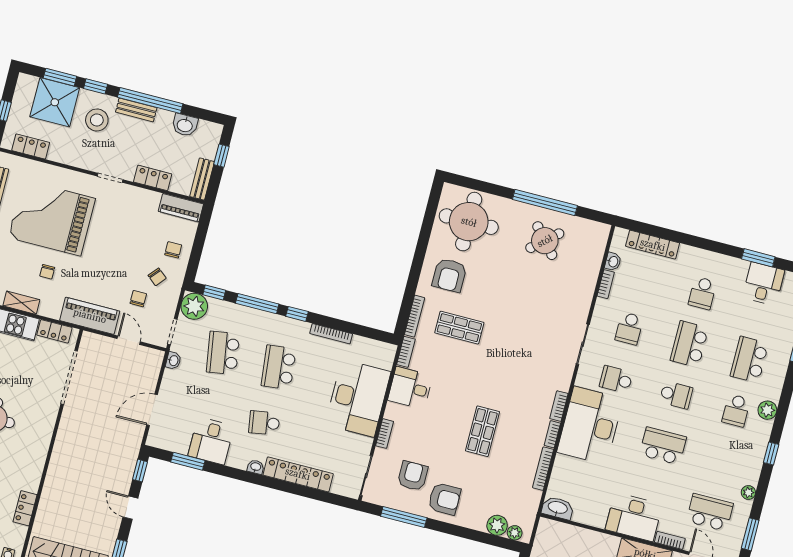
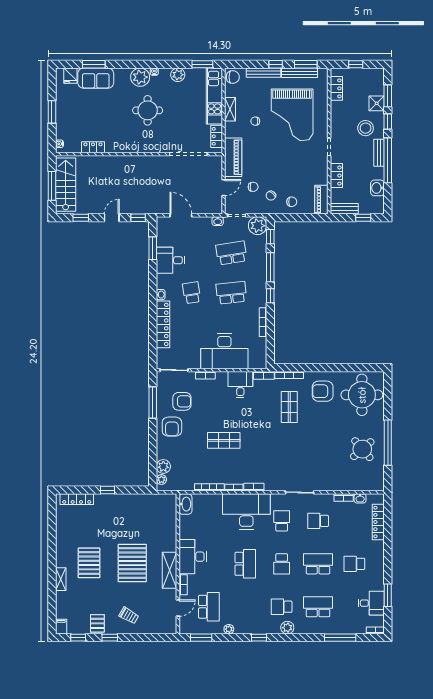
shower: (55, 102) -> (377, 103), width x0.54, depth x0.54
grand piano: (52, 218) -> (292, 115), turned 180

